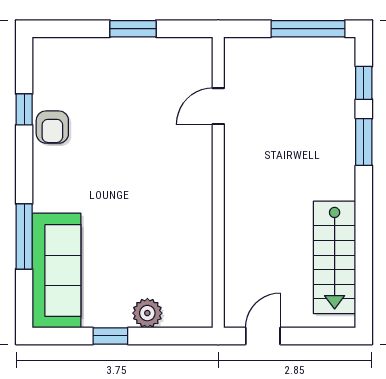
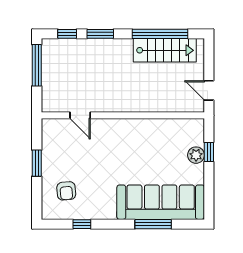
armchair: (52, 127) -> (66, 191), moved, turned 85
window: (364, 249) -> (160, 34), added
sofa: (57, 271) -> (161, 202), width x1.36, depth x1.27
window: (110, 336) -> (209, 152), moved

